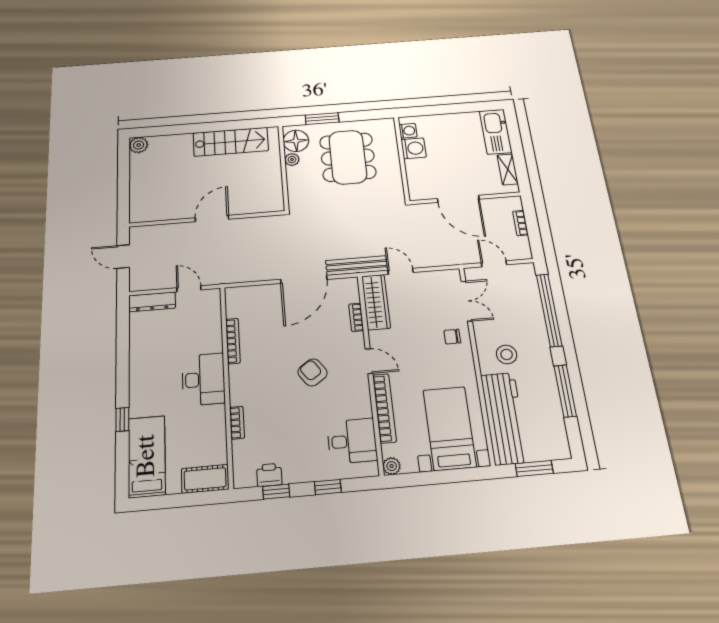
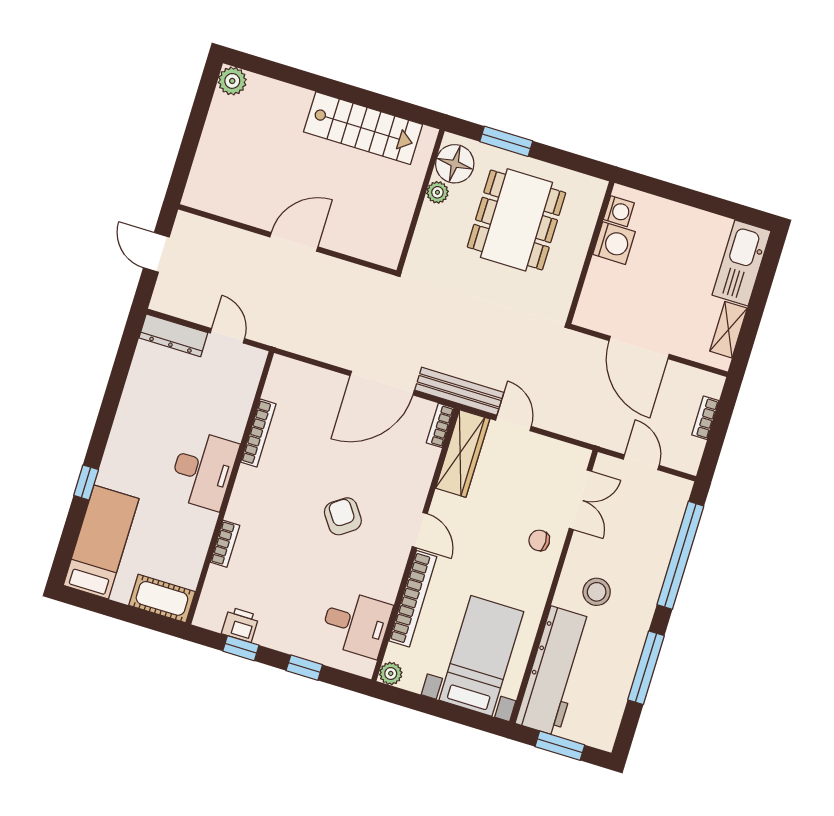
bookcase: (356, 317) -> (440, 425), moved

